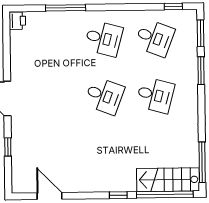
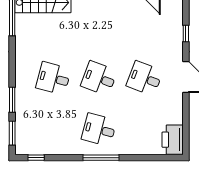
window: (66, 8) -> (101, 158), moved
printer: (17, 21) -> (173, 140), width x1.87, depth x1.48
desk: (154, 38) -> (145, 78), moved

